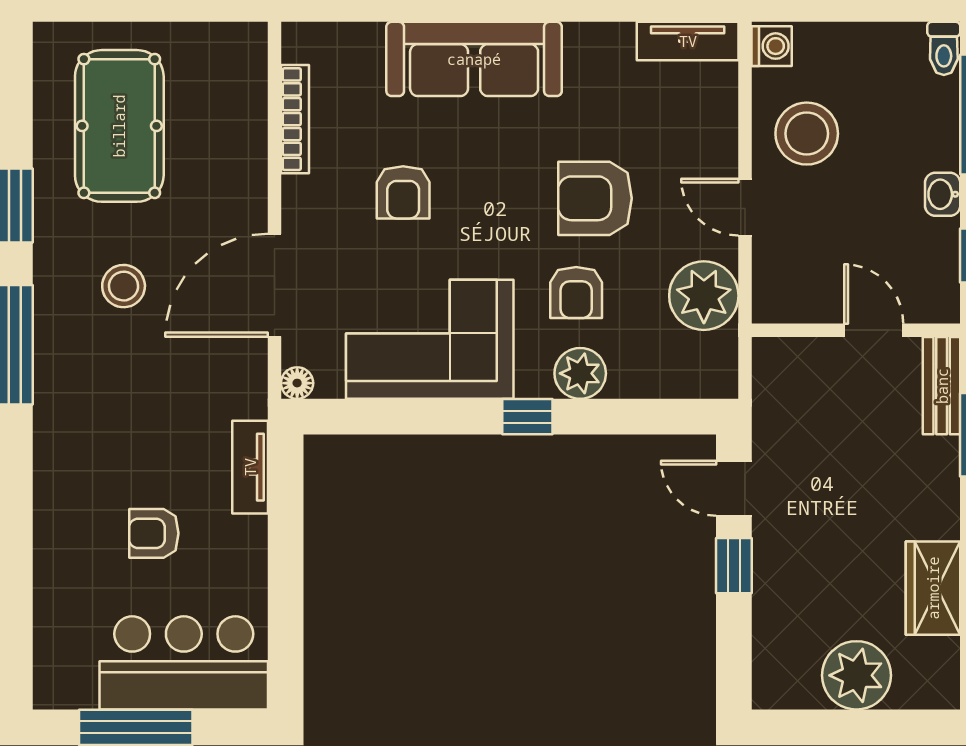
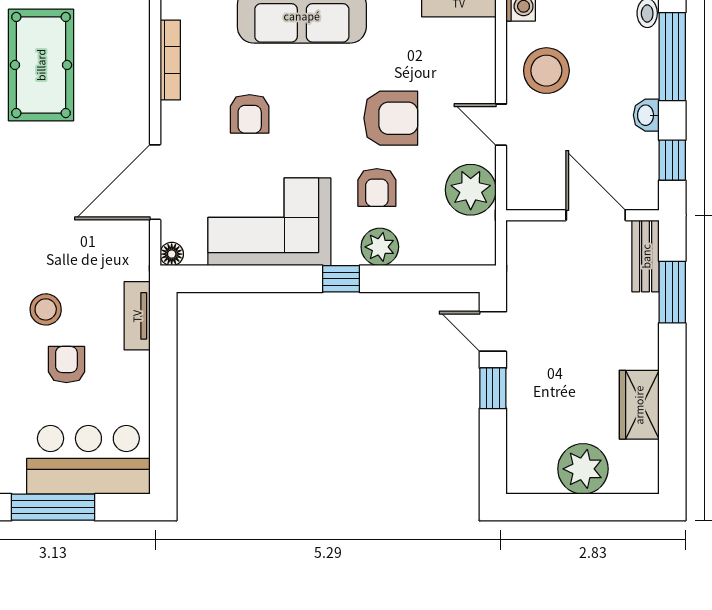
armchair: (595, 198) -> (391, 118), turned 180
stool: (124, 286) -> (46, 309), moved
door: (874, 330) -> (596, 215), width x1.38
armchair: (154, 533) -> (66, 365), turned 90

